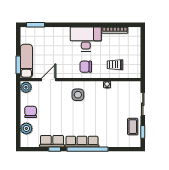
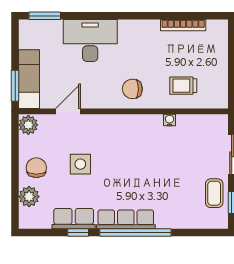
desk: (86, 39) -> (90, 41), moved
side table: (78, 95) -> (80, 164), moved

